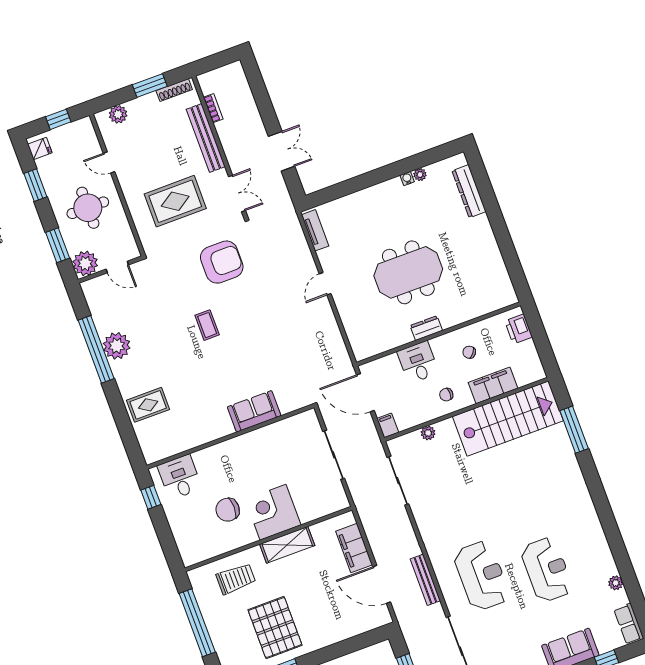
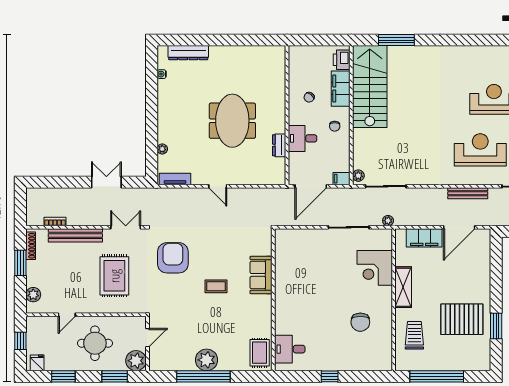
plant: (420, 175) -> (162, 149), moved
water cooler: (407, 179) -> (162, 74), moved
dresser: (426, 328) -> (279, 145), moved
printer: (519, 329) -> (342, 60), moved, turned 90
sofa: (254, 411) -> (261, 275), moved
plant: (428, 433) -> (358, 176), moved
wall: (230, 436) -> (273, 300), moved
desk: (180, 477) -> (290, 349), moved
plant: (359, 498) -> (388, 221), added
corner desk: (273, 512) -> (375, 268), moved

